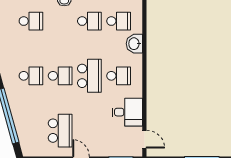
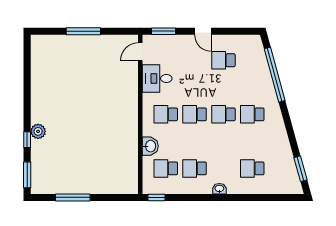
school desk: (89, 76) -> (195, 114), width x0.54
school desk: (60, 131) -> (223, 60), width x0.54
door: (144, 139) -> (140, 52), hinge flipped

